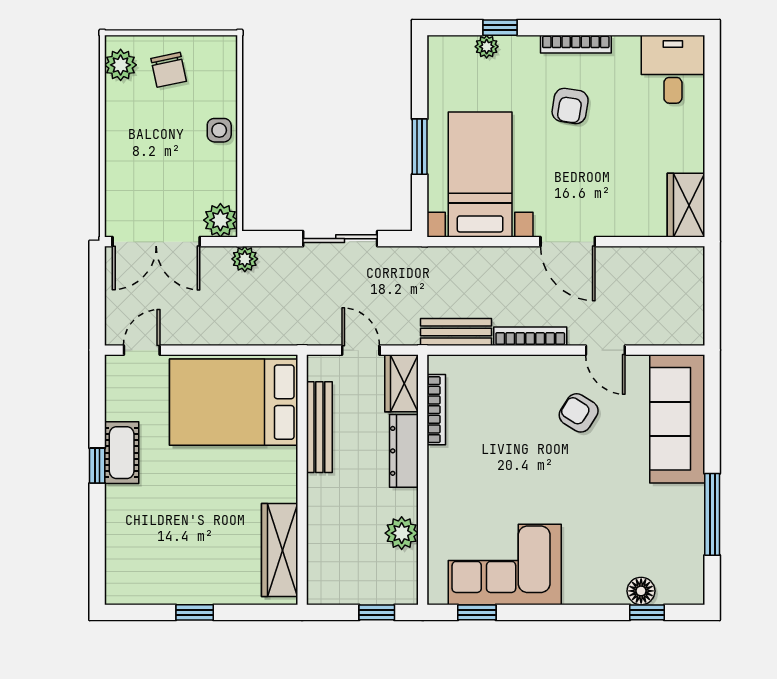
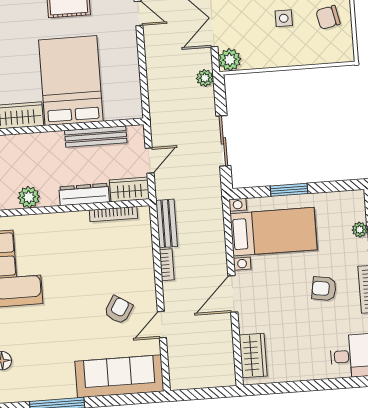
side table: (219, 130) -> (284, 18), moved
wardrobe: (686, 205) -> (253, 356), moved, turned 90
bookcase: (530, 336) -> (167, 265), width x0.64
bed: (234, 402) -> (71, 81), moved

